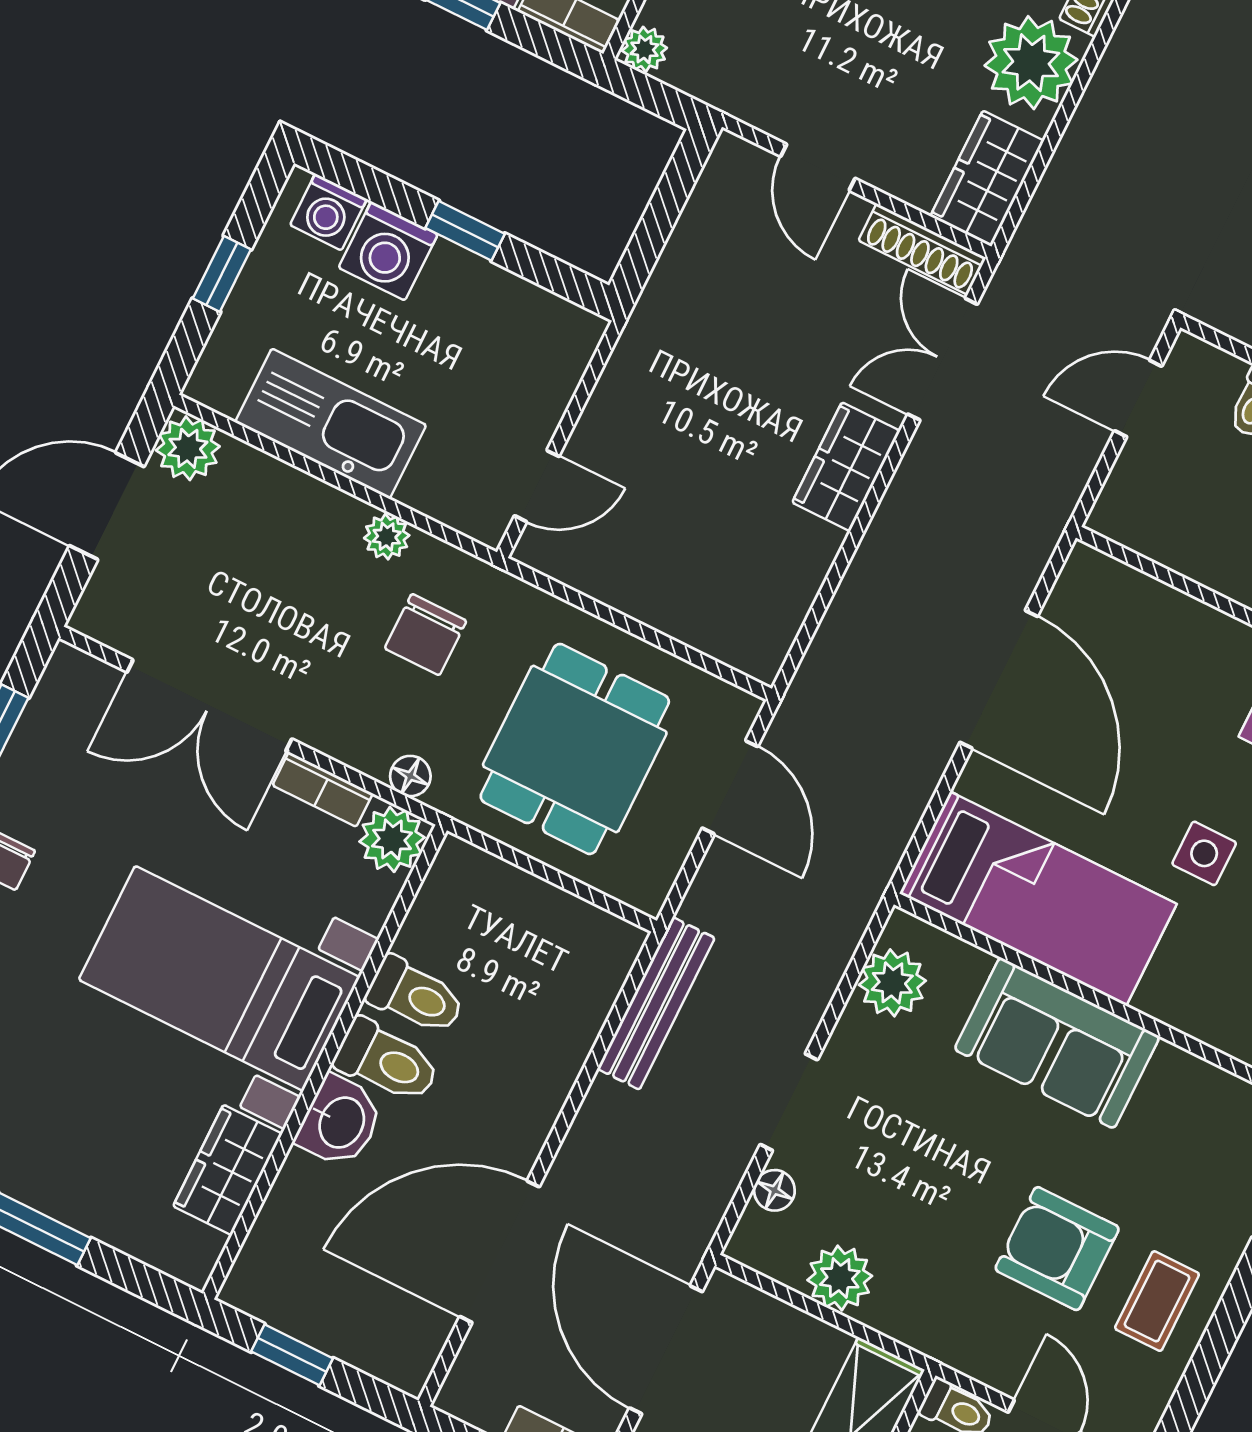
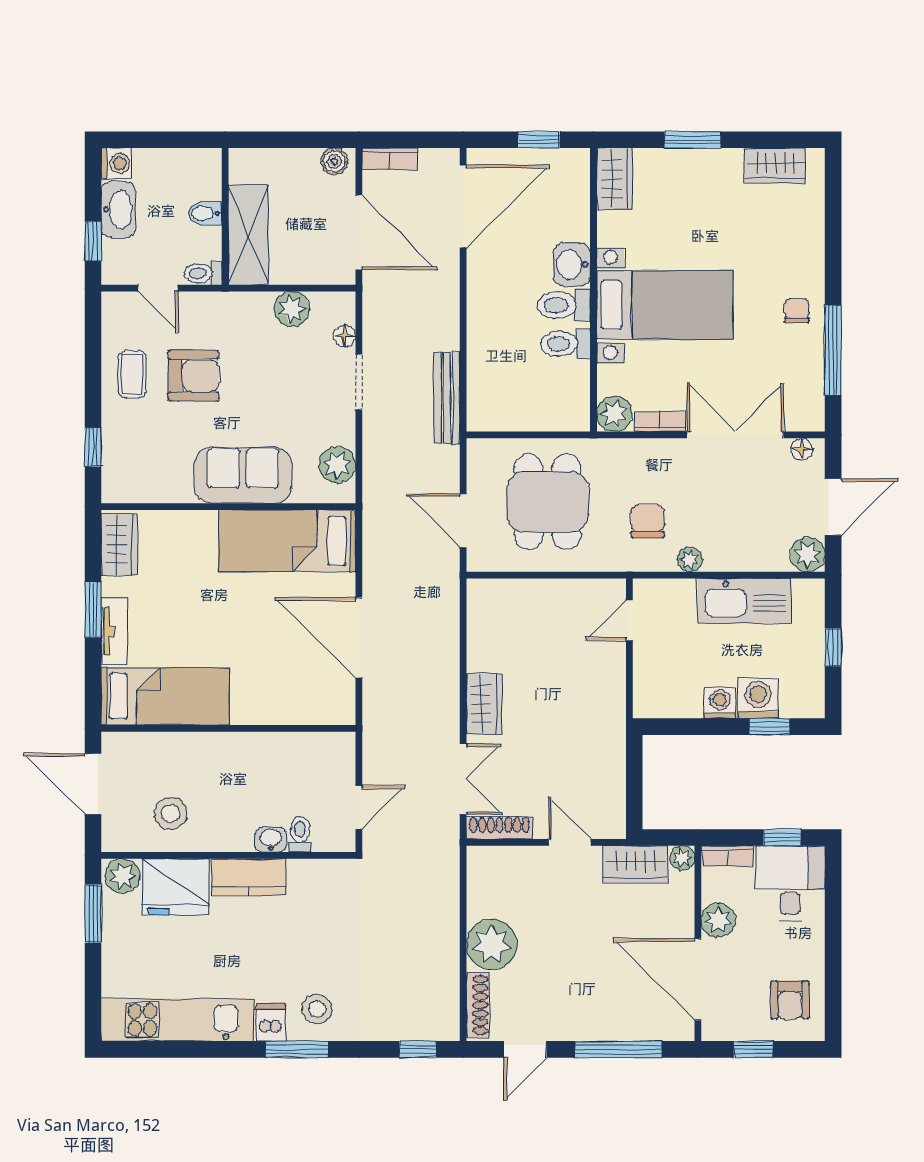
wardrobe: (987, 179) -> (635, 864), moved, turned 90
washing machine: (328, 212) -> (720, 703), moved
window: (465, 231) -> (769, 727), moved
floor lamp: (410, 776) -> (802, 449), moved
side table: (1204, 853) -> (217, 603), removed
wardrobe: (228, 1170) -> (615, 179), moved
door: (500, 1252) -> (463, 206), moved

